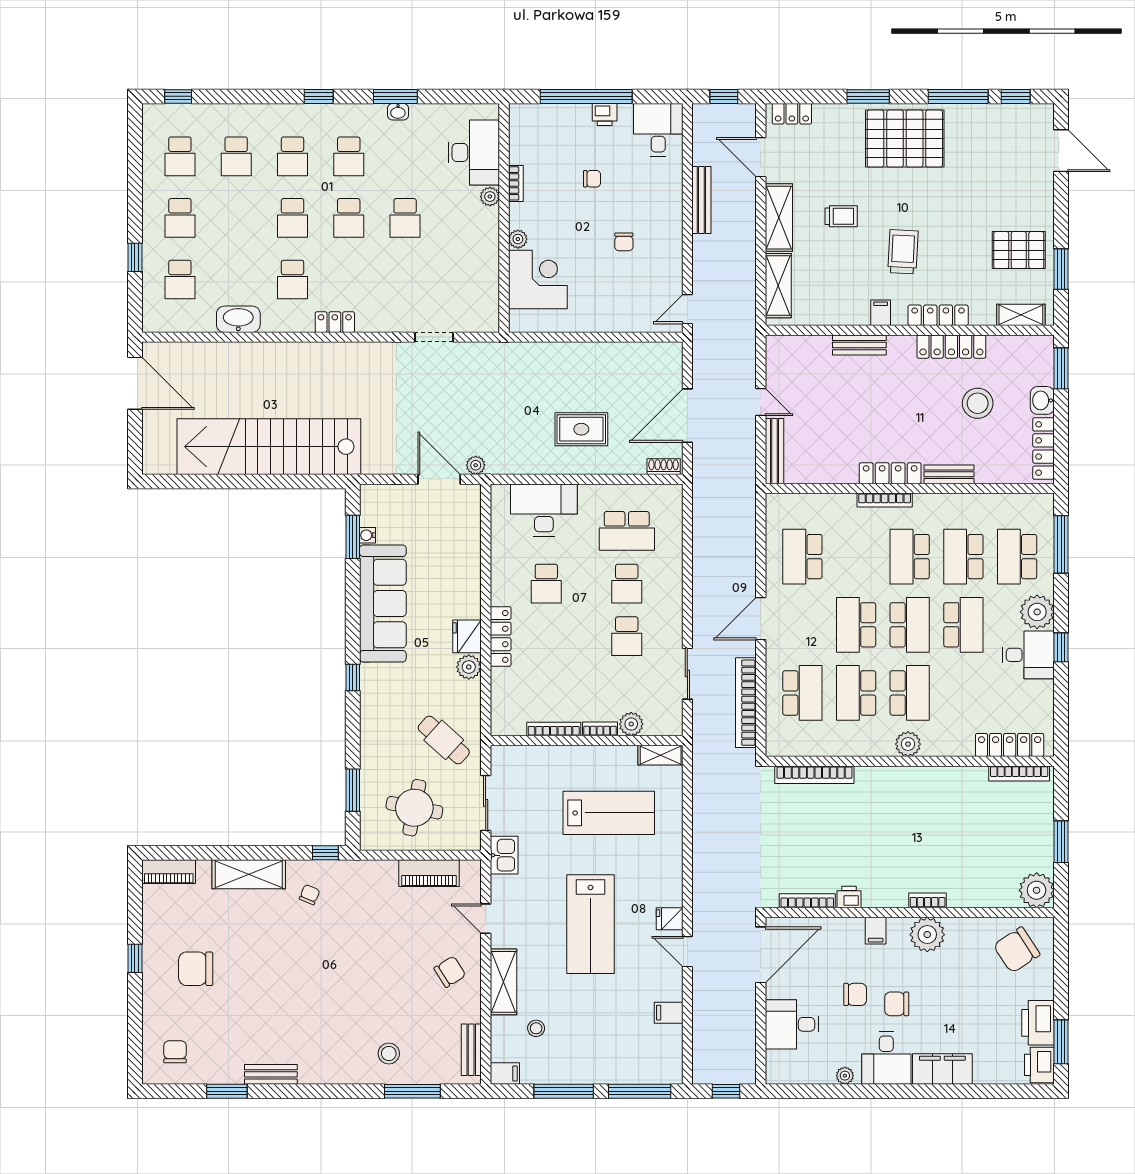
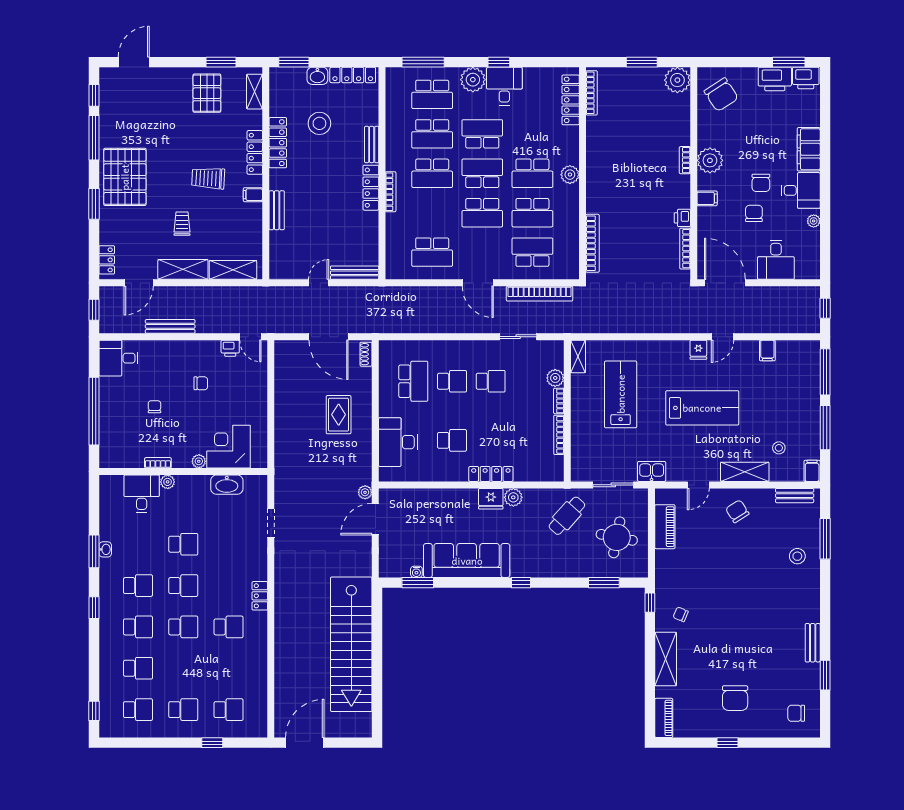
printer: (605, 114) -> (230, 348), moved, turned 90
desk: (474, 152) -> (142, 494), width x0.73
washbasin: (238, 319) -> (227, 485), moved, turned -90
school desk: (910, 693) -> (532, 173), turned 180

